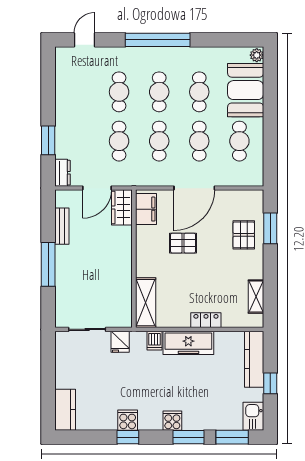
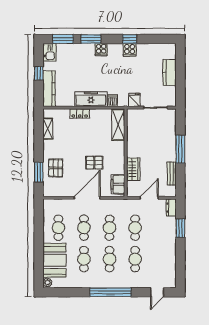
wardrobe: (122, 207) -> (133, 169), moved
kitchen counter: (65, 410) -> (169, 72), moved

